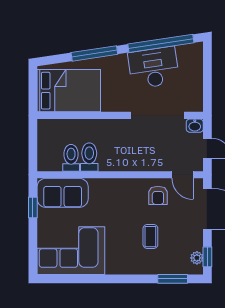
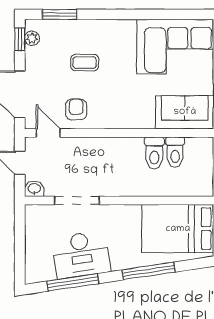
window: (161, 43) -> (73, 282), width x0.68
doorway: (157, 115) -> (77, 200), width x0.73
coffee table: (150, 237) -> (85, 63), turned 90

